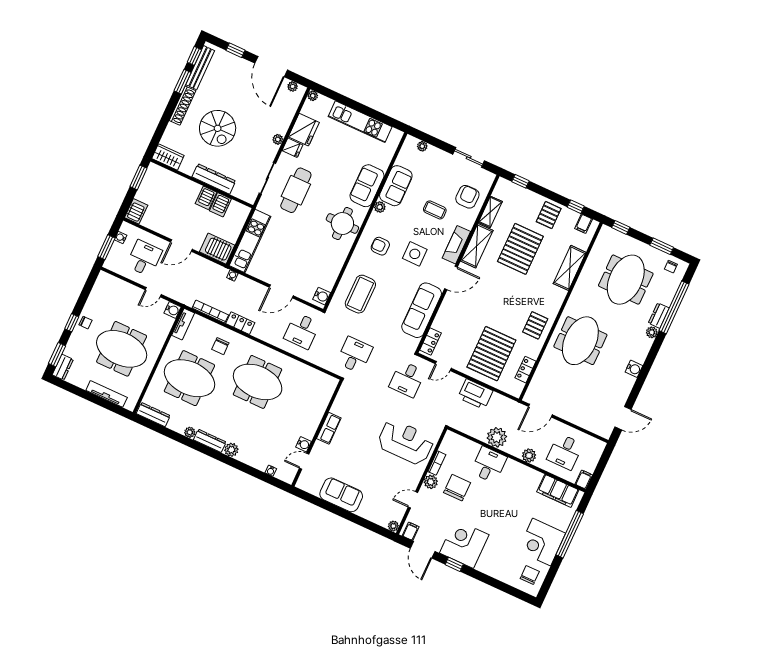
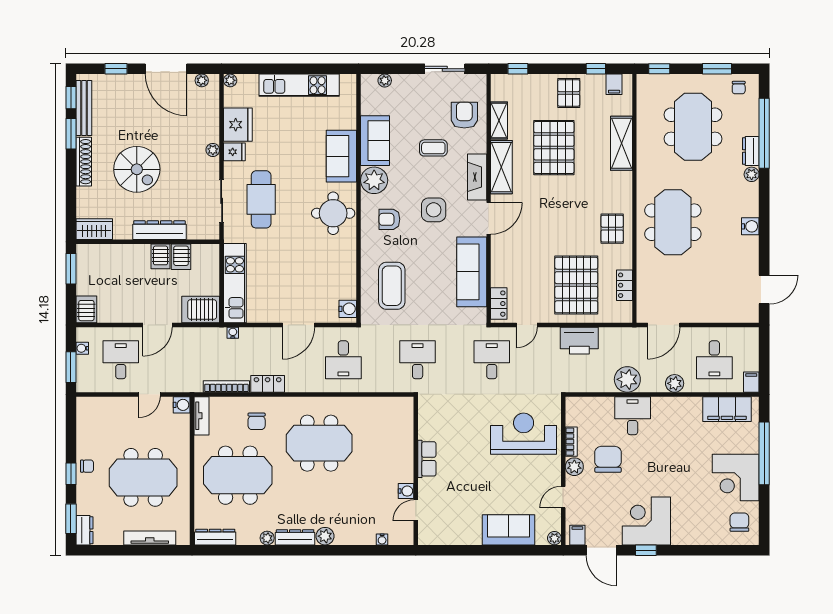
plant: (380, 207) -> (374, 180), width x1.88, depth x1.88
desk: (407, 379) -> (492, 360), turned 180
sofa: (341, 495) -> (508, 530), moved

